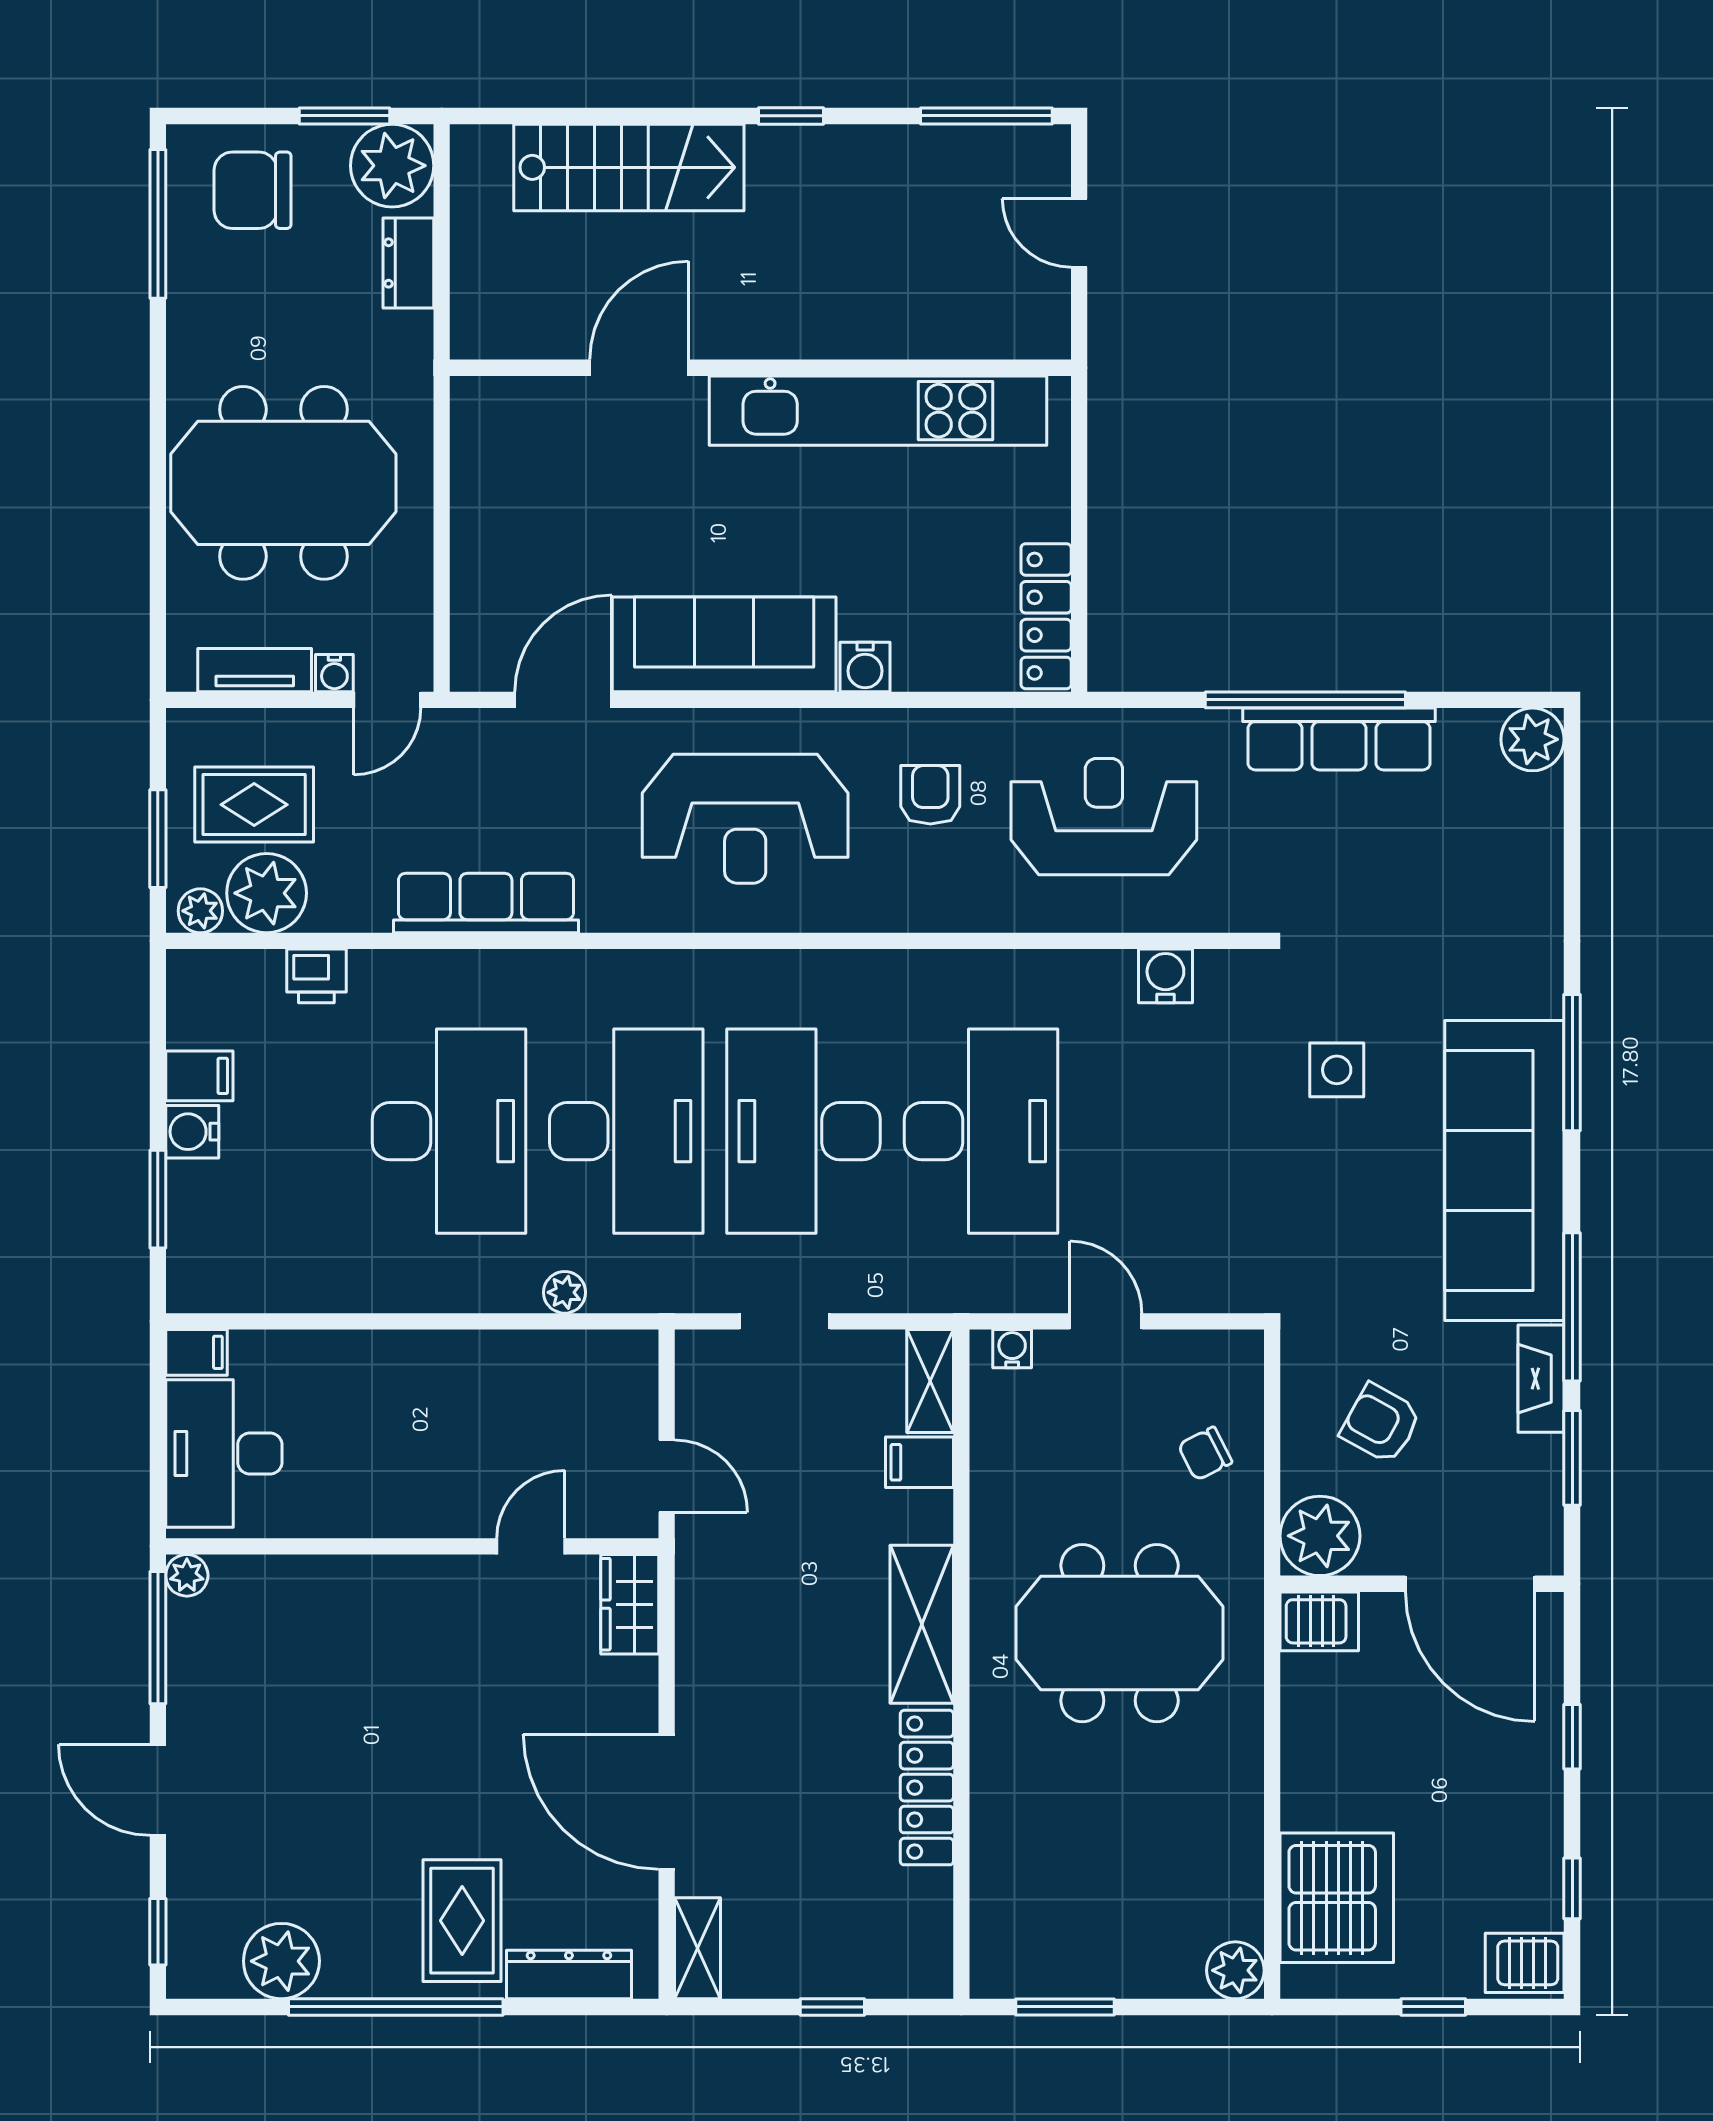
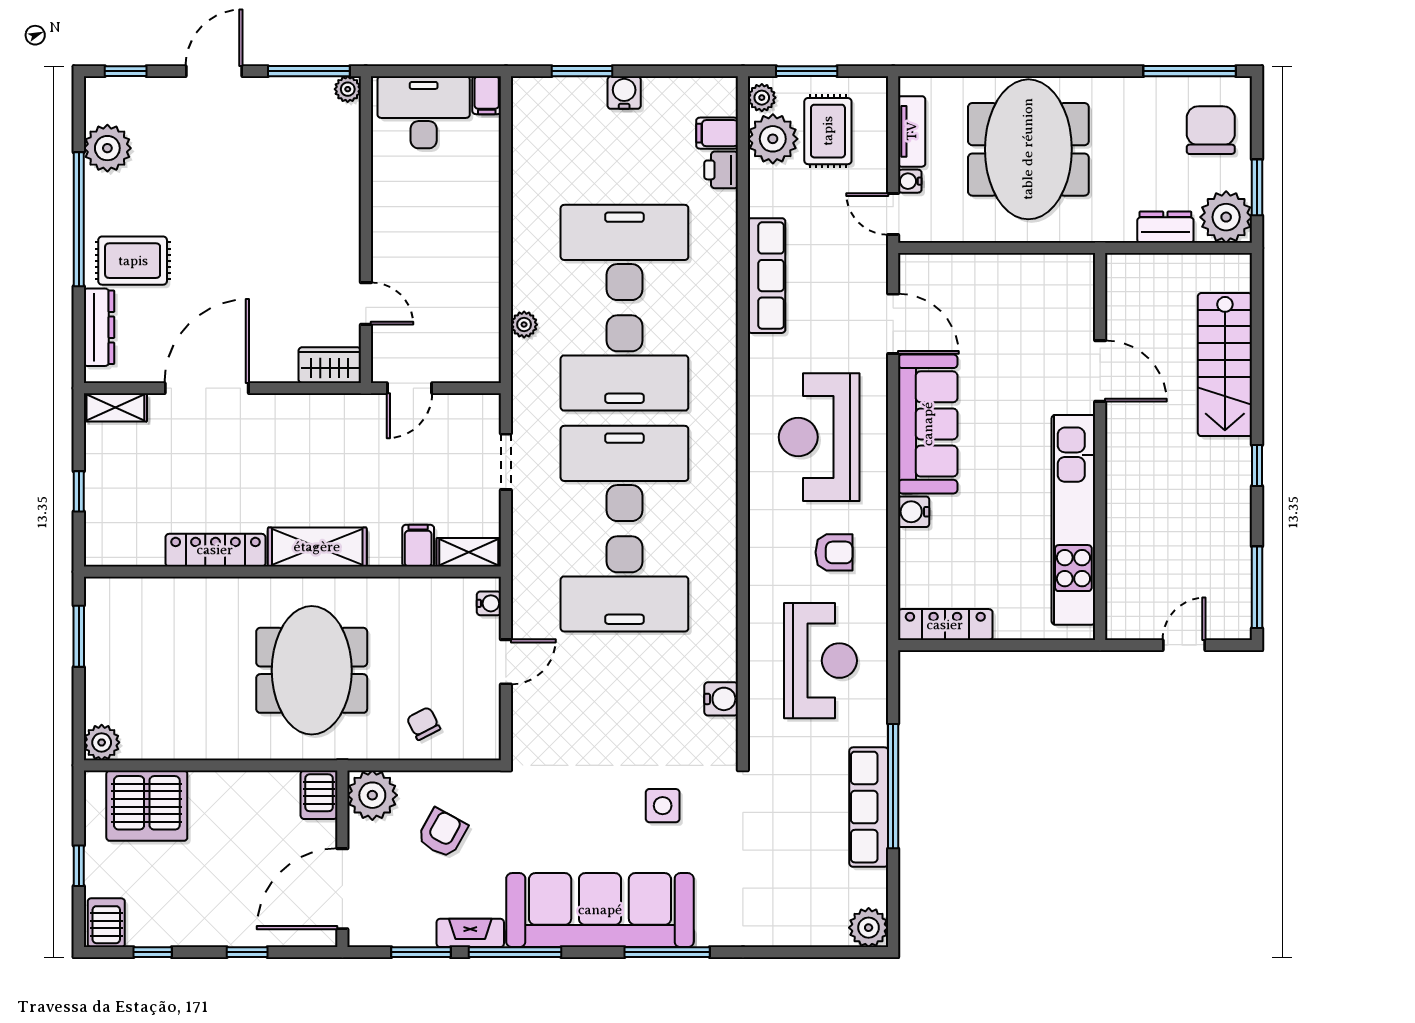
filing cabinet: (199, 1076) -> (717, 133), moved, turned 90
desk: (449, 1131) -> (624, 252), turned 180

